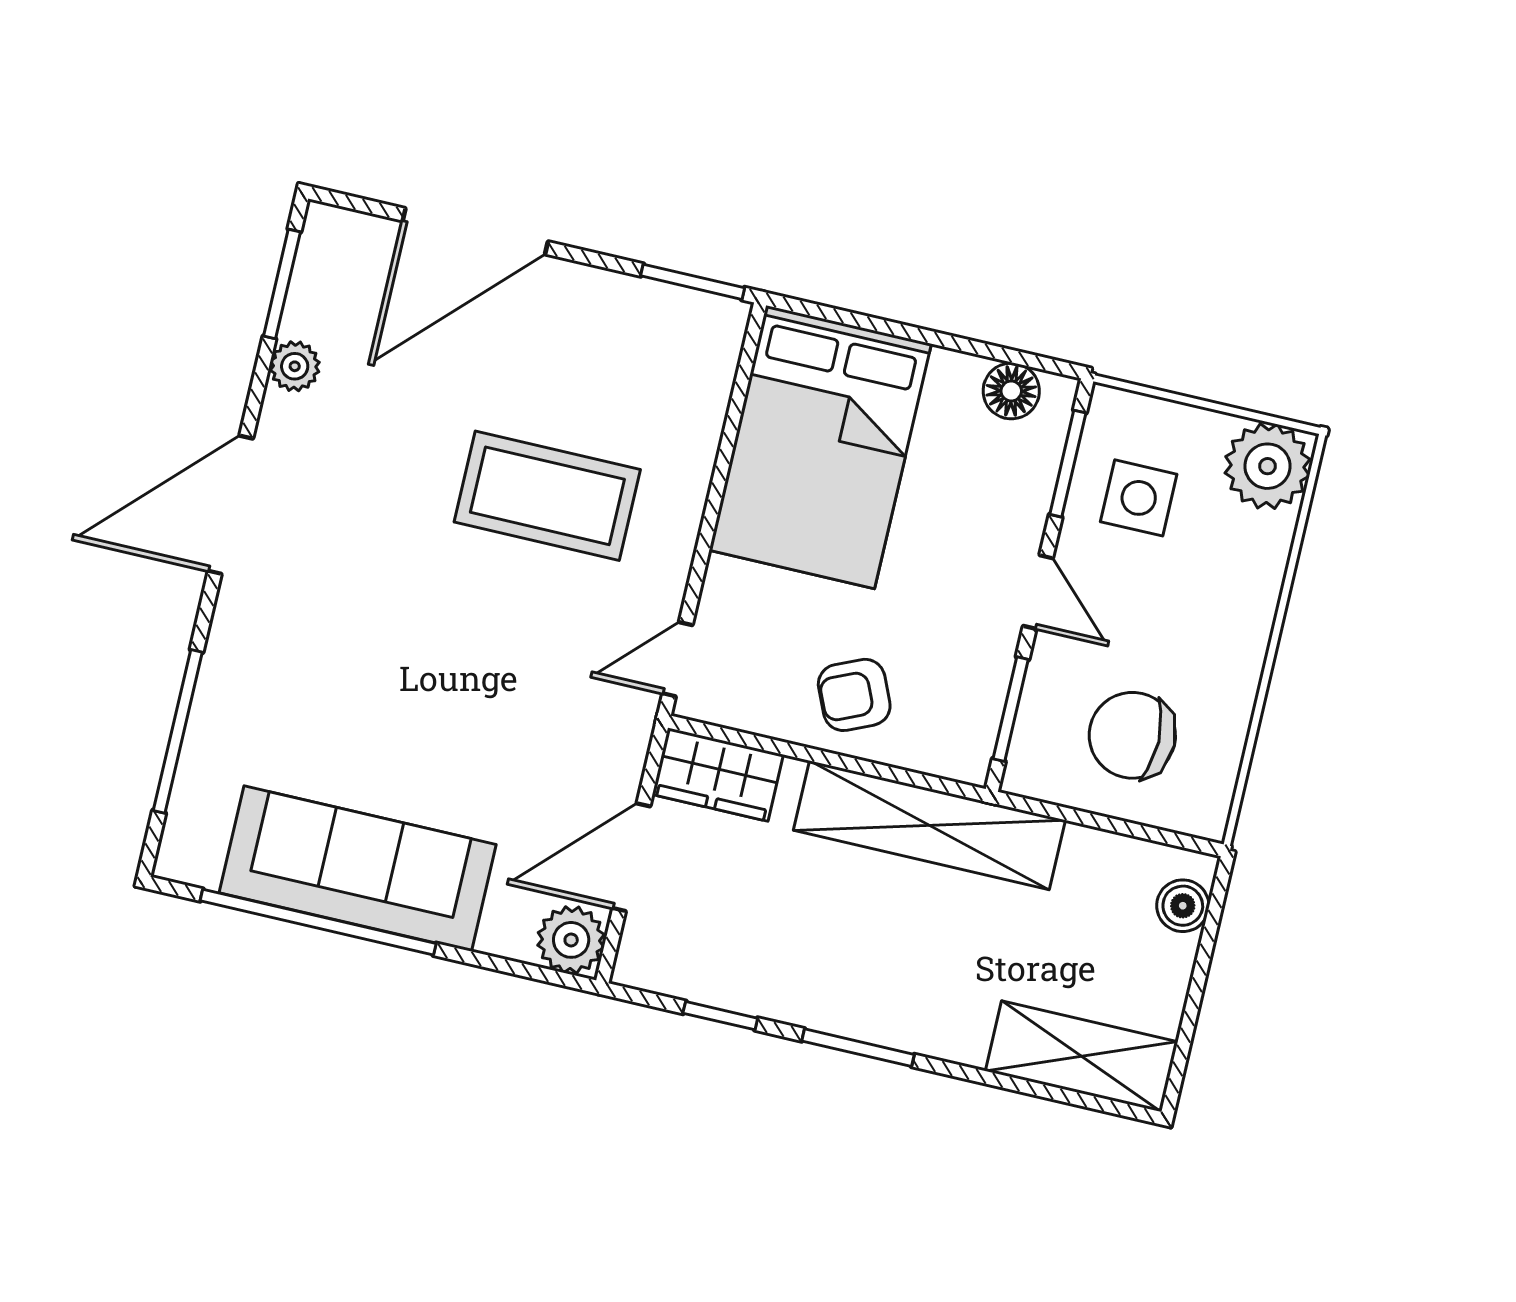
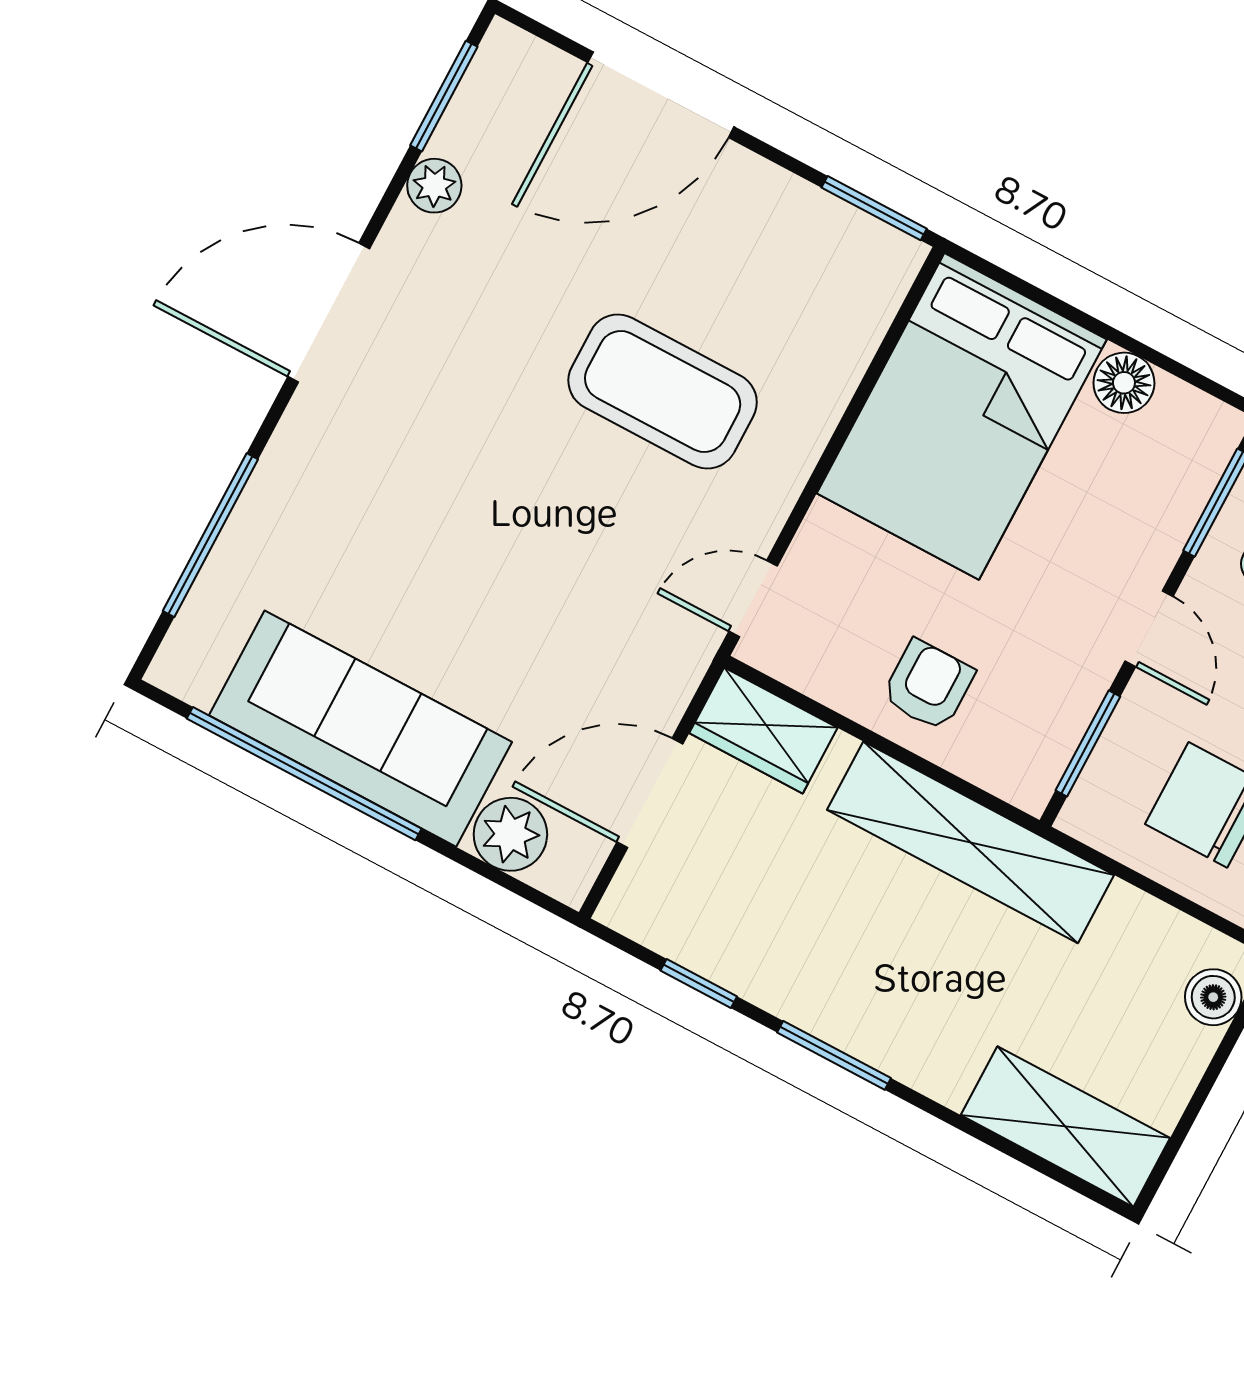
floor lamp: (1011, 391) -> (1124, 383), moved
armchair: (854, 695) -> (928, 685), turned 114
plant: (571, 940) -> (510, 834), moved

